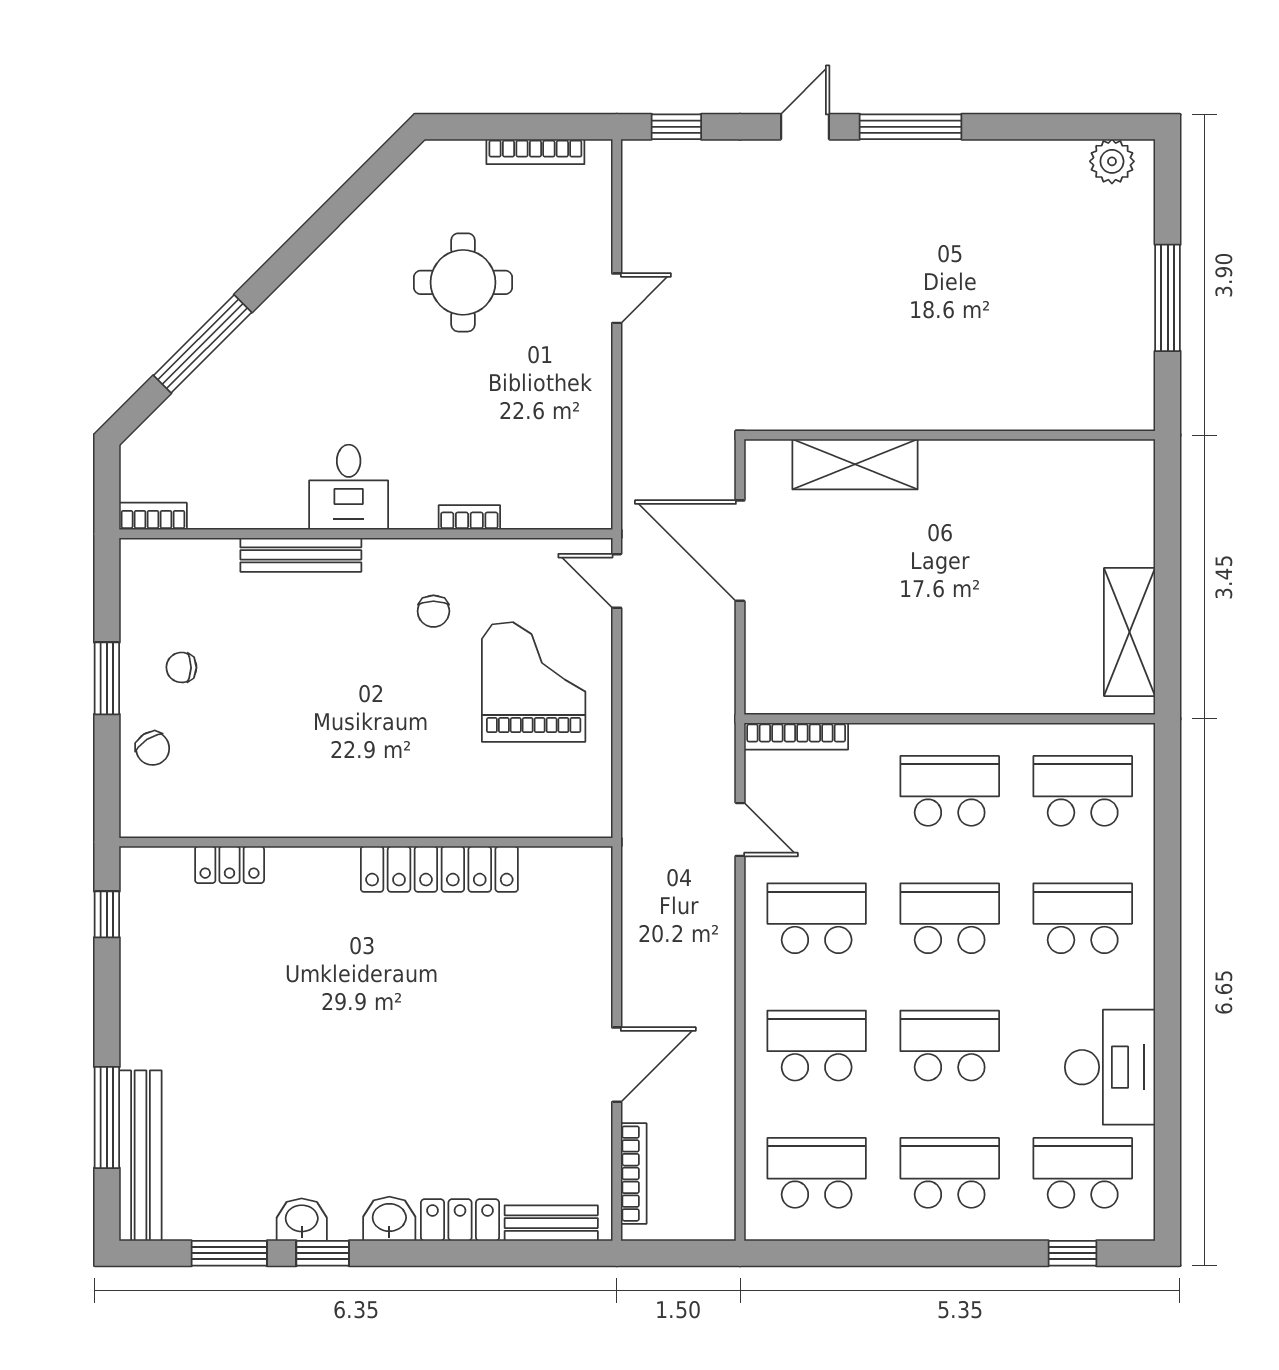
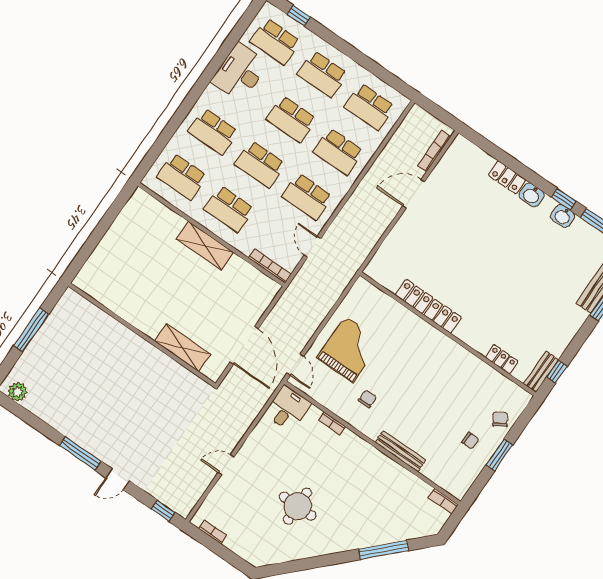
bookcase: (535, 152) -> (213, 532), width x0.64
round table: (463, 282) -> (298, 506), moved
desk: (349, 487) -> (288, 409), moved
shelving: (1130, 632) -> (205, 246), moved, turned 90
grand piano: (534, 682) -> (349, 349), turned 180
bench: (551, 1223) -> (541, 372), moved, turned 90

